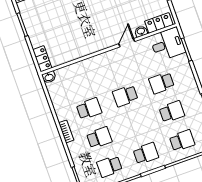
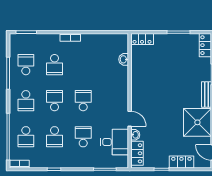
desk: (167, 44) -> (115, 142), moved, turned -90
washbasin: (49, 77) -> (124, 59), moved
school desk: (89, 109) -> (55, 101), moved, turned 180

